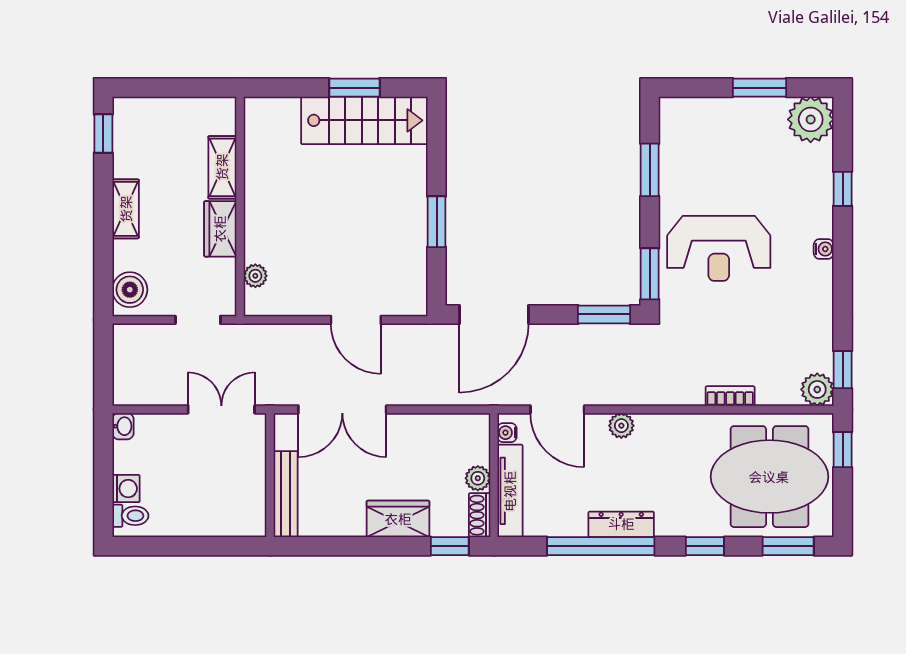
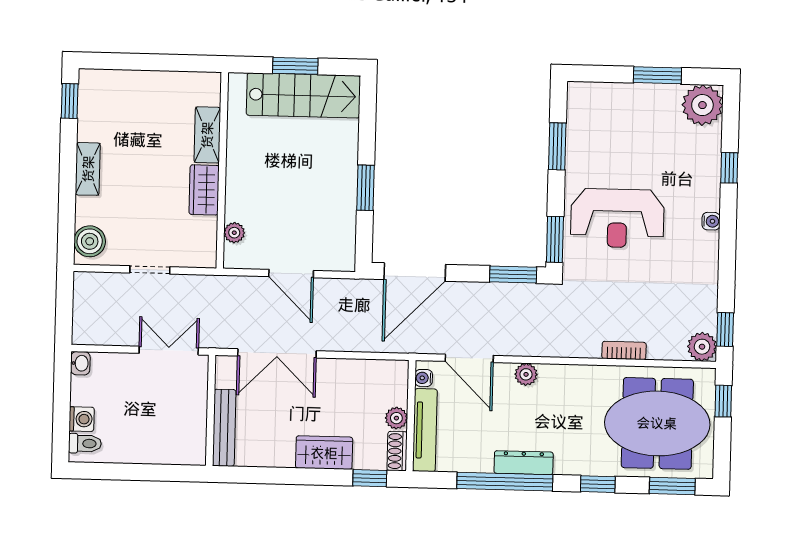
shelving: (222, 167) -> (207, 135), moved
wall: (240, 206) -> (222, 170), moved
wardrobe: (220, 229) -> (204, 190), moved
plant: (255, 276) -> (234, 233), moved

